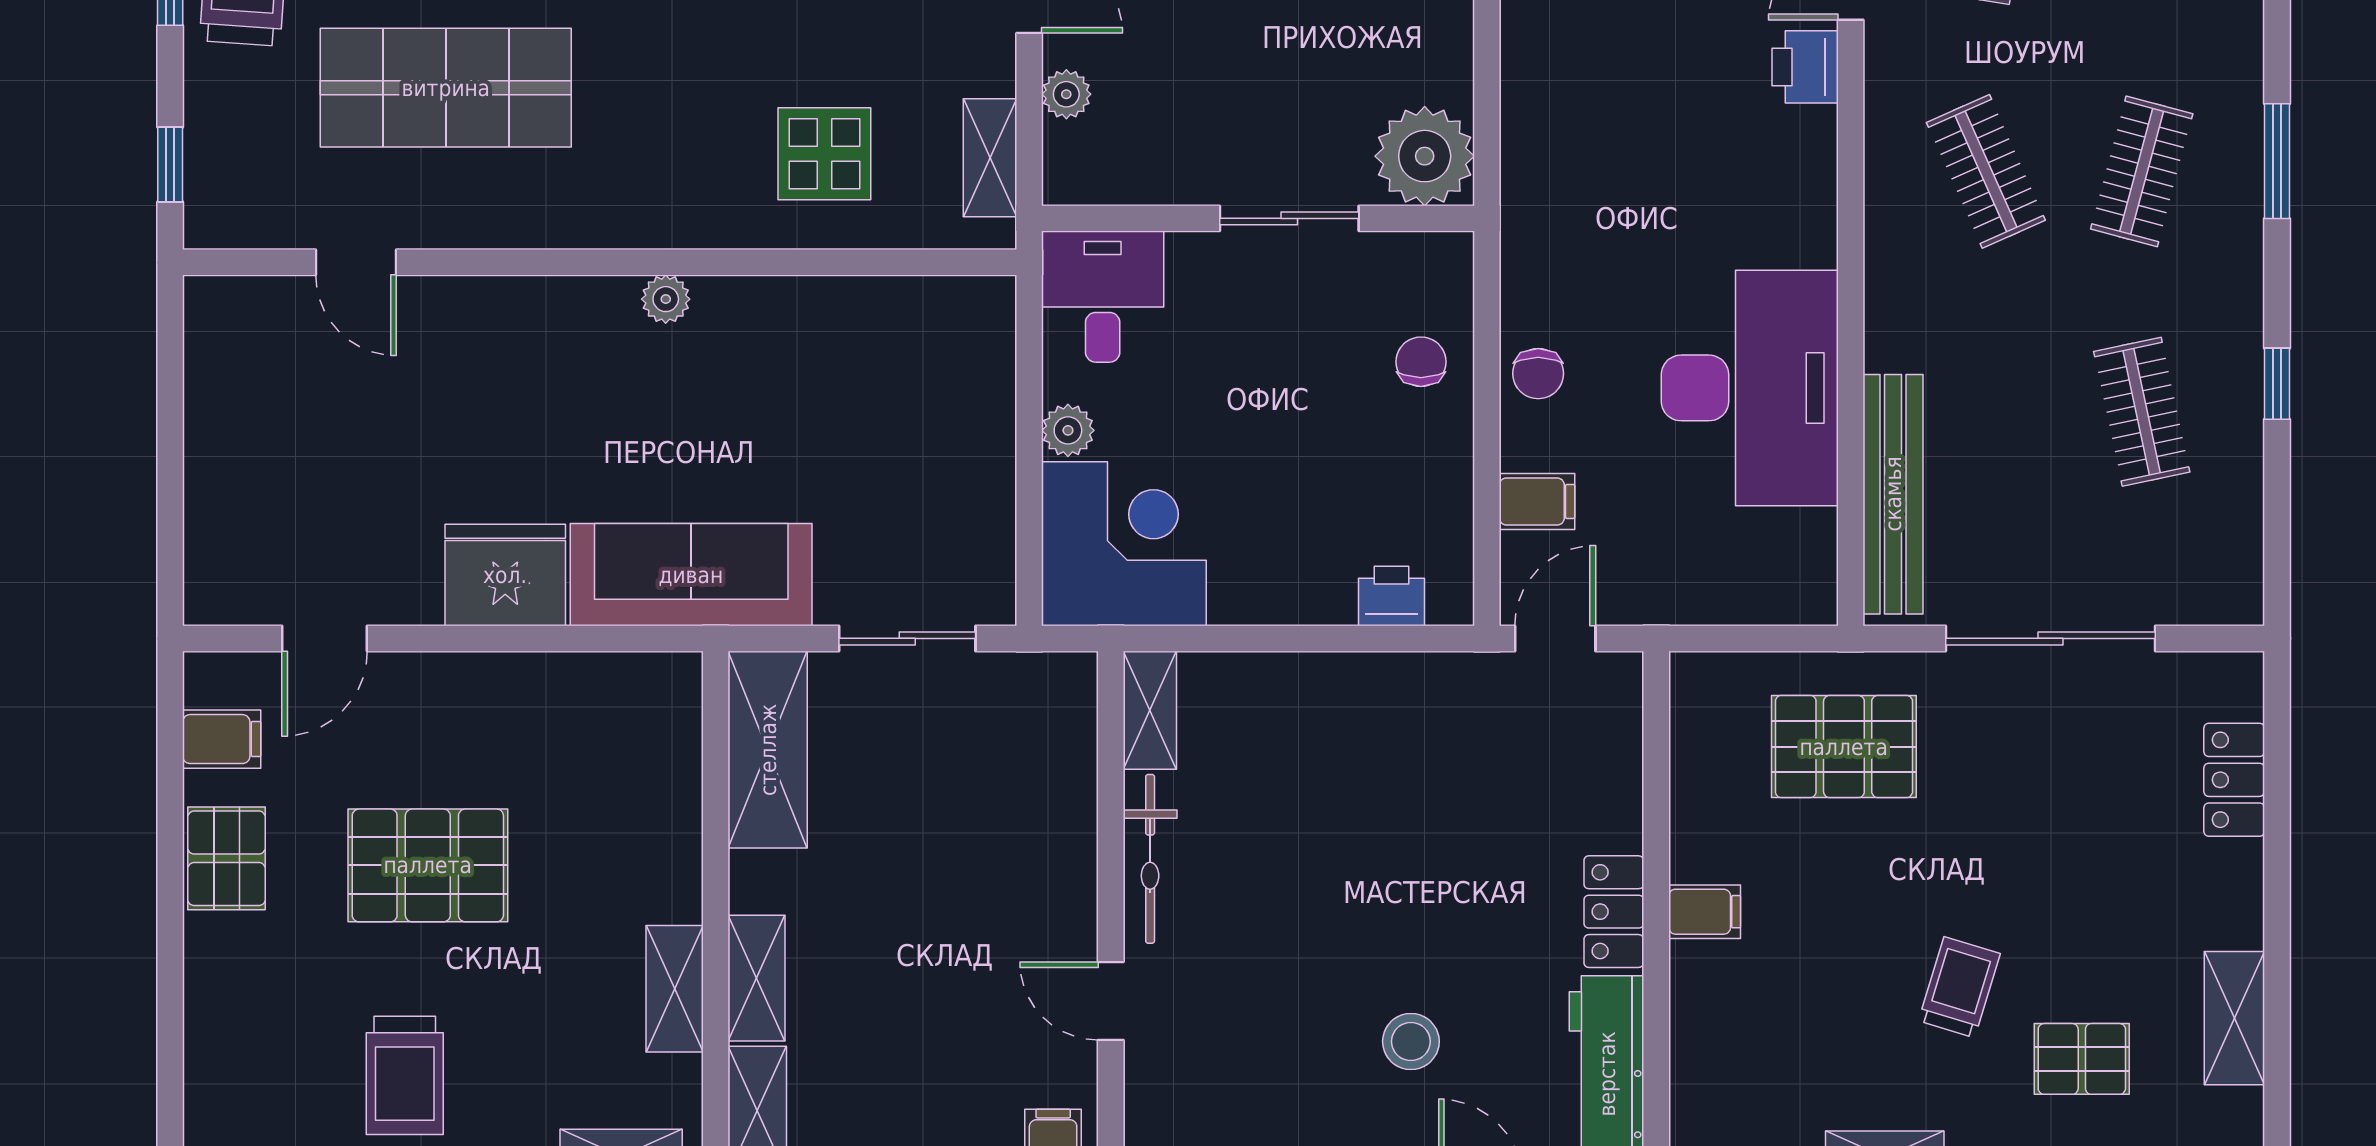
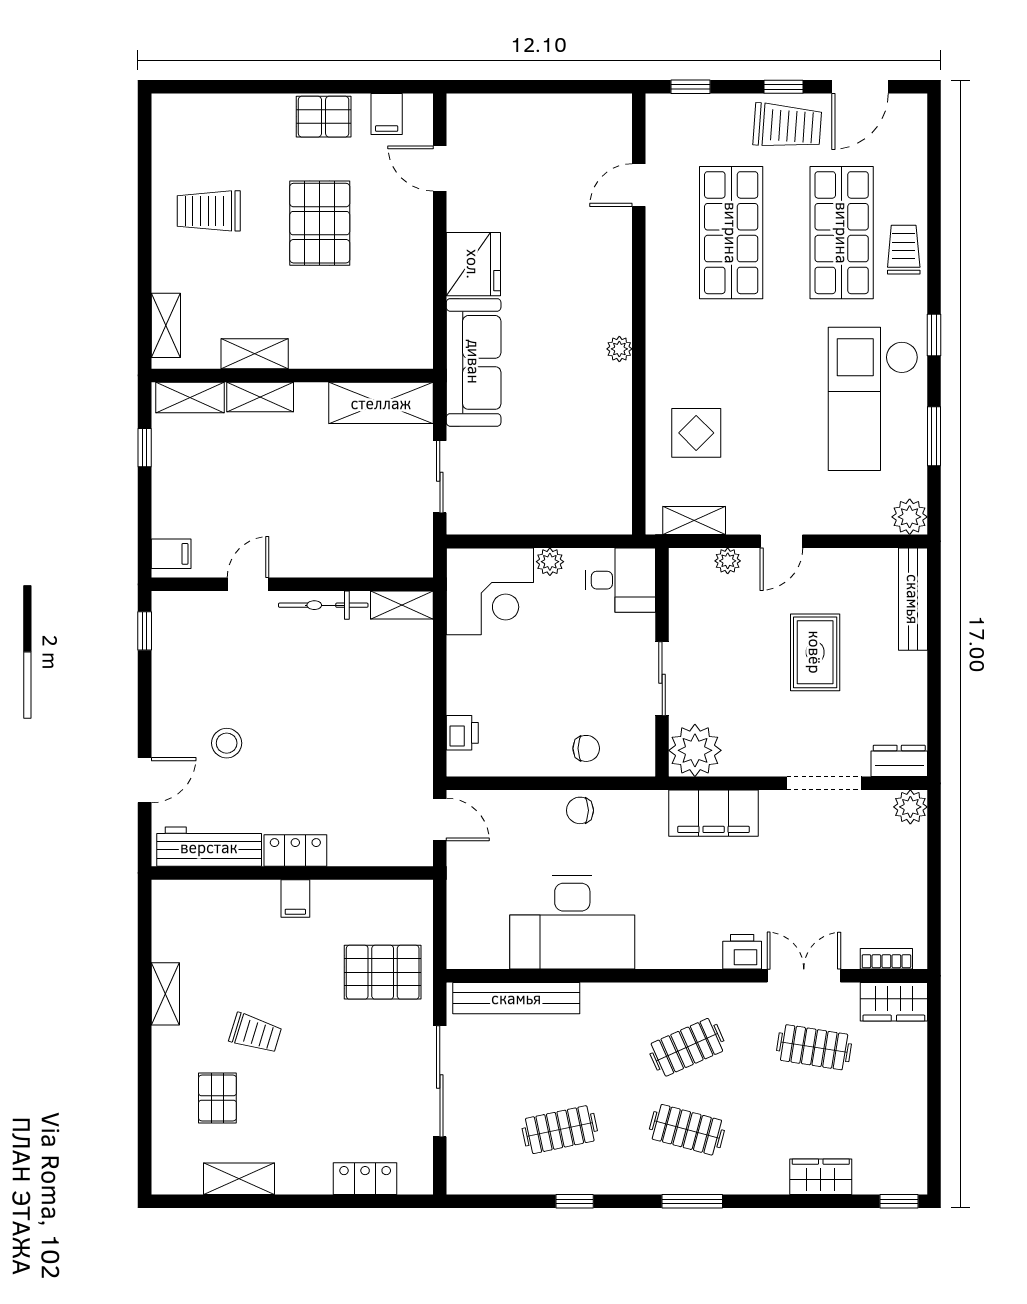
filing cabinet: (1537, 501) -> (714, 813), moved, width x3.00, depth x1.17
pallet: (1844, 747) -> (383, 972), turned 90

